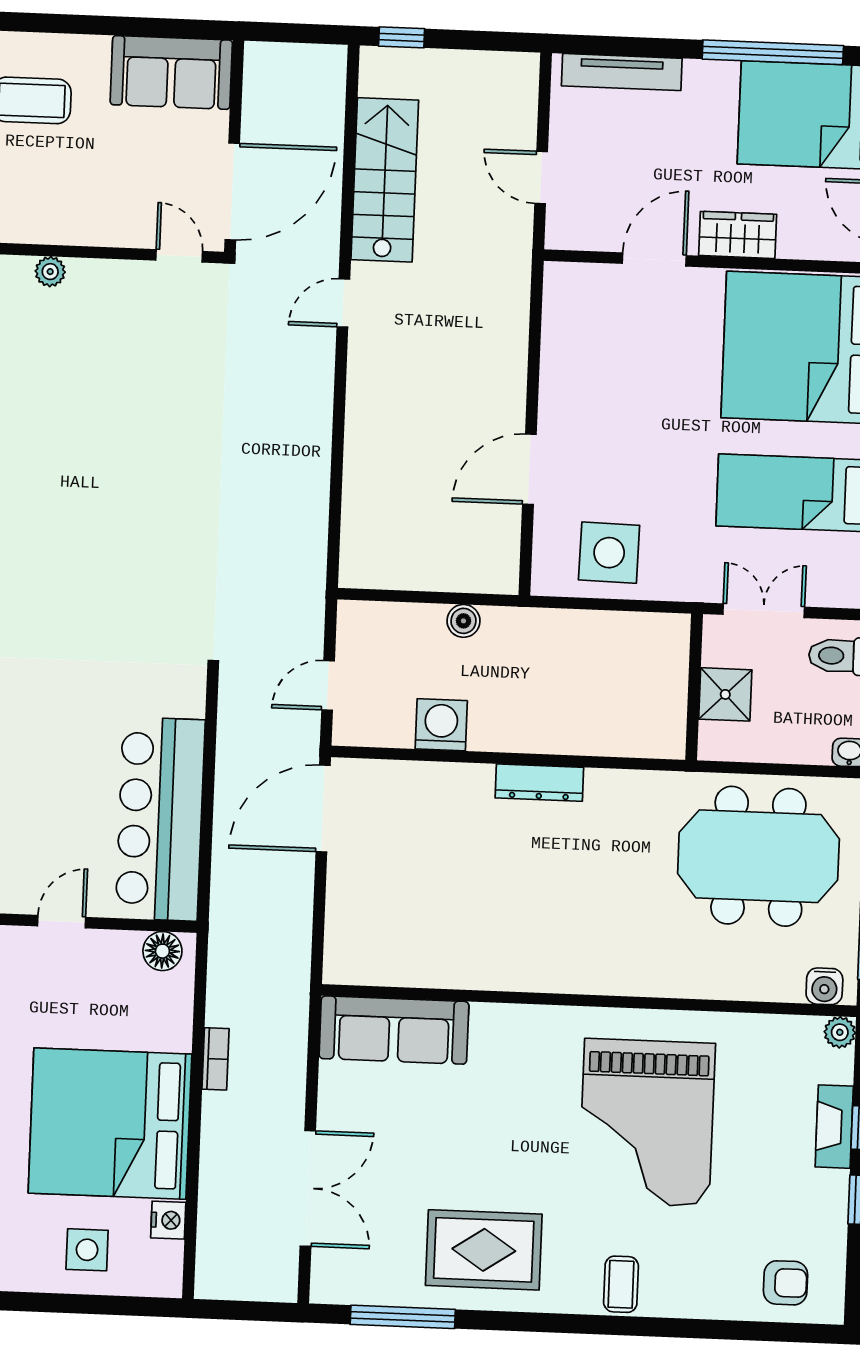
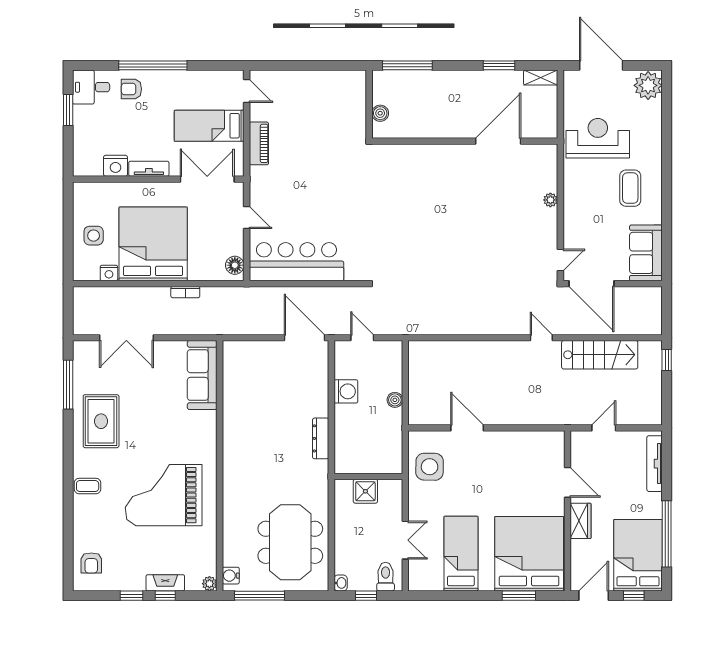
wall: (694, 687) -> (368, 477), moved
shower: (725, 694) -> (365, 491), moved

